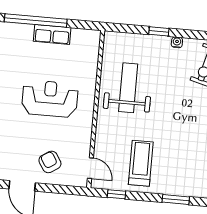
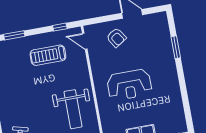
treadmill: (141, 163) -> (48, 55), turned 90

